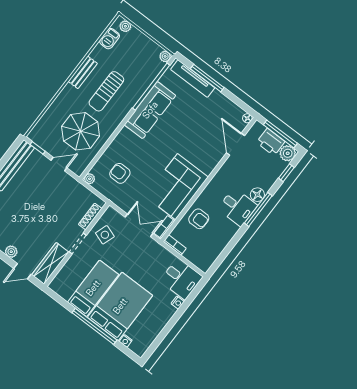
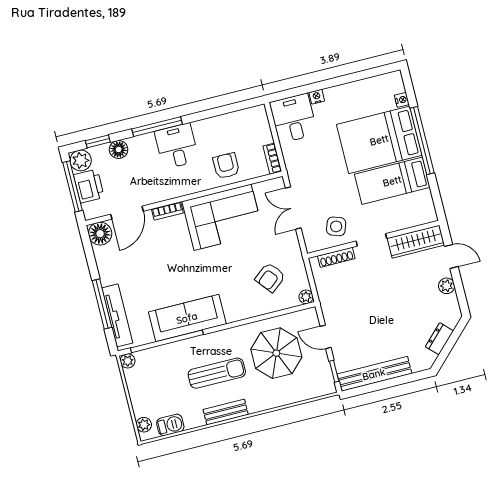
floor lamp: (247, 118) -> (100, 234), width x1.89, depth x1.89
armchair: (120, 173) -> (270, 277), turned 51
floor lamp: (257, 195) -> (119, 149), moved
bookcase: (164, 227) -> (167, 211), moved

